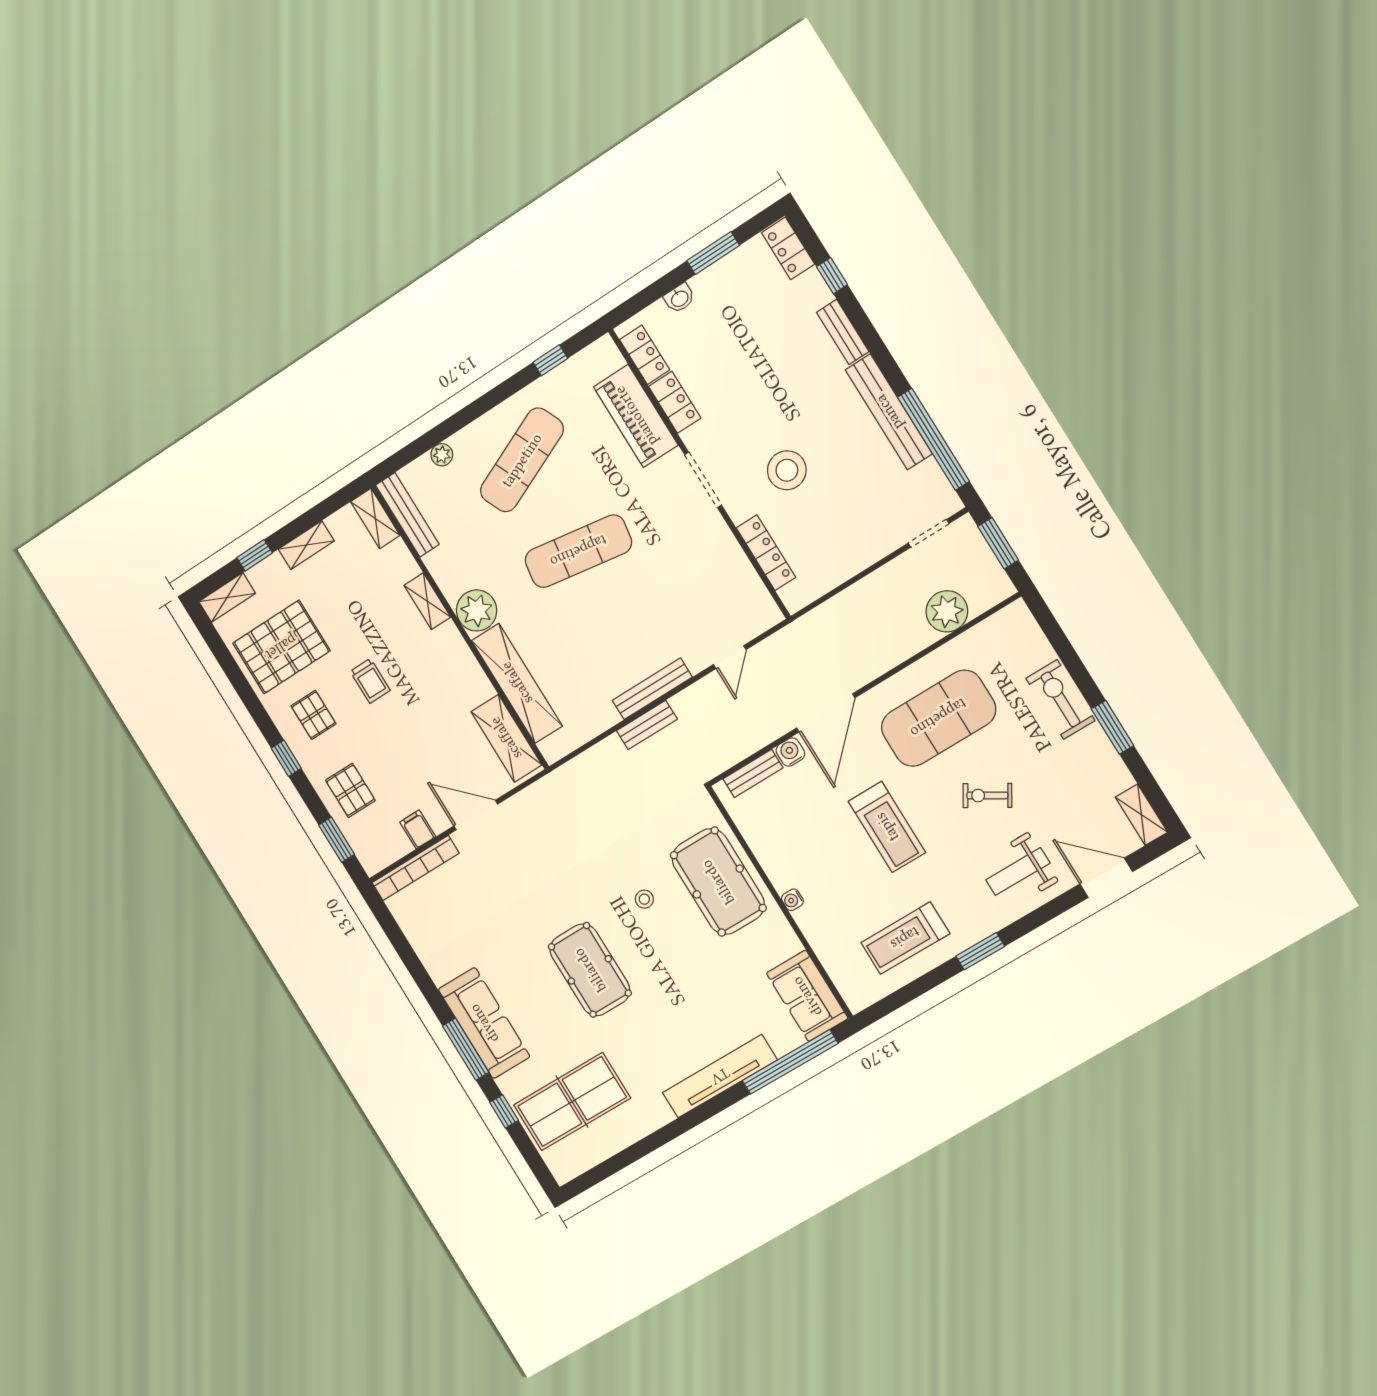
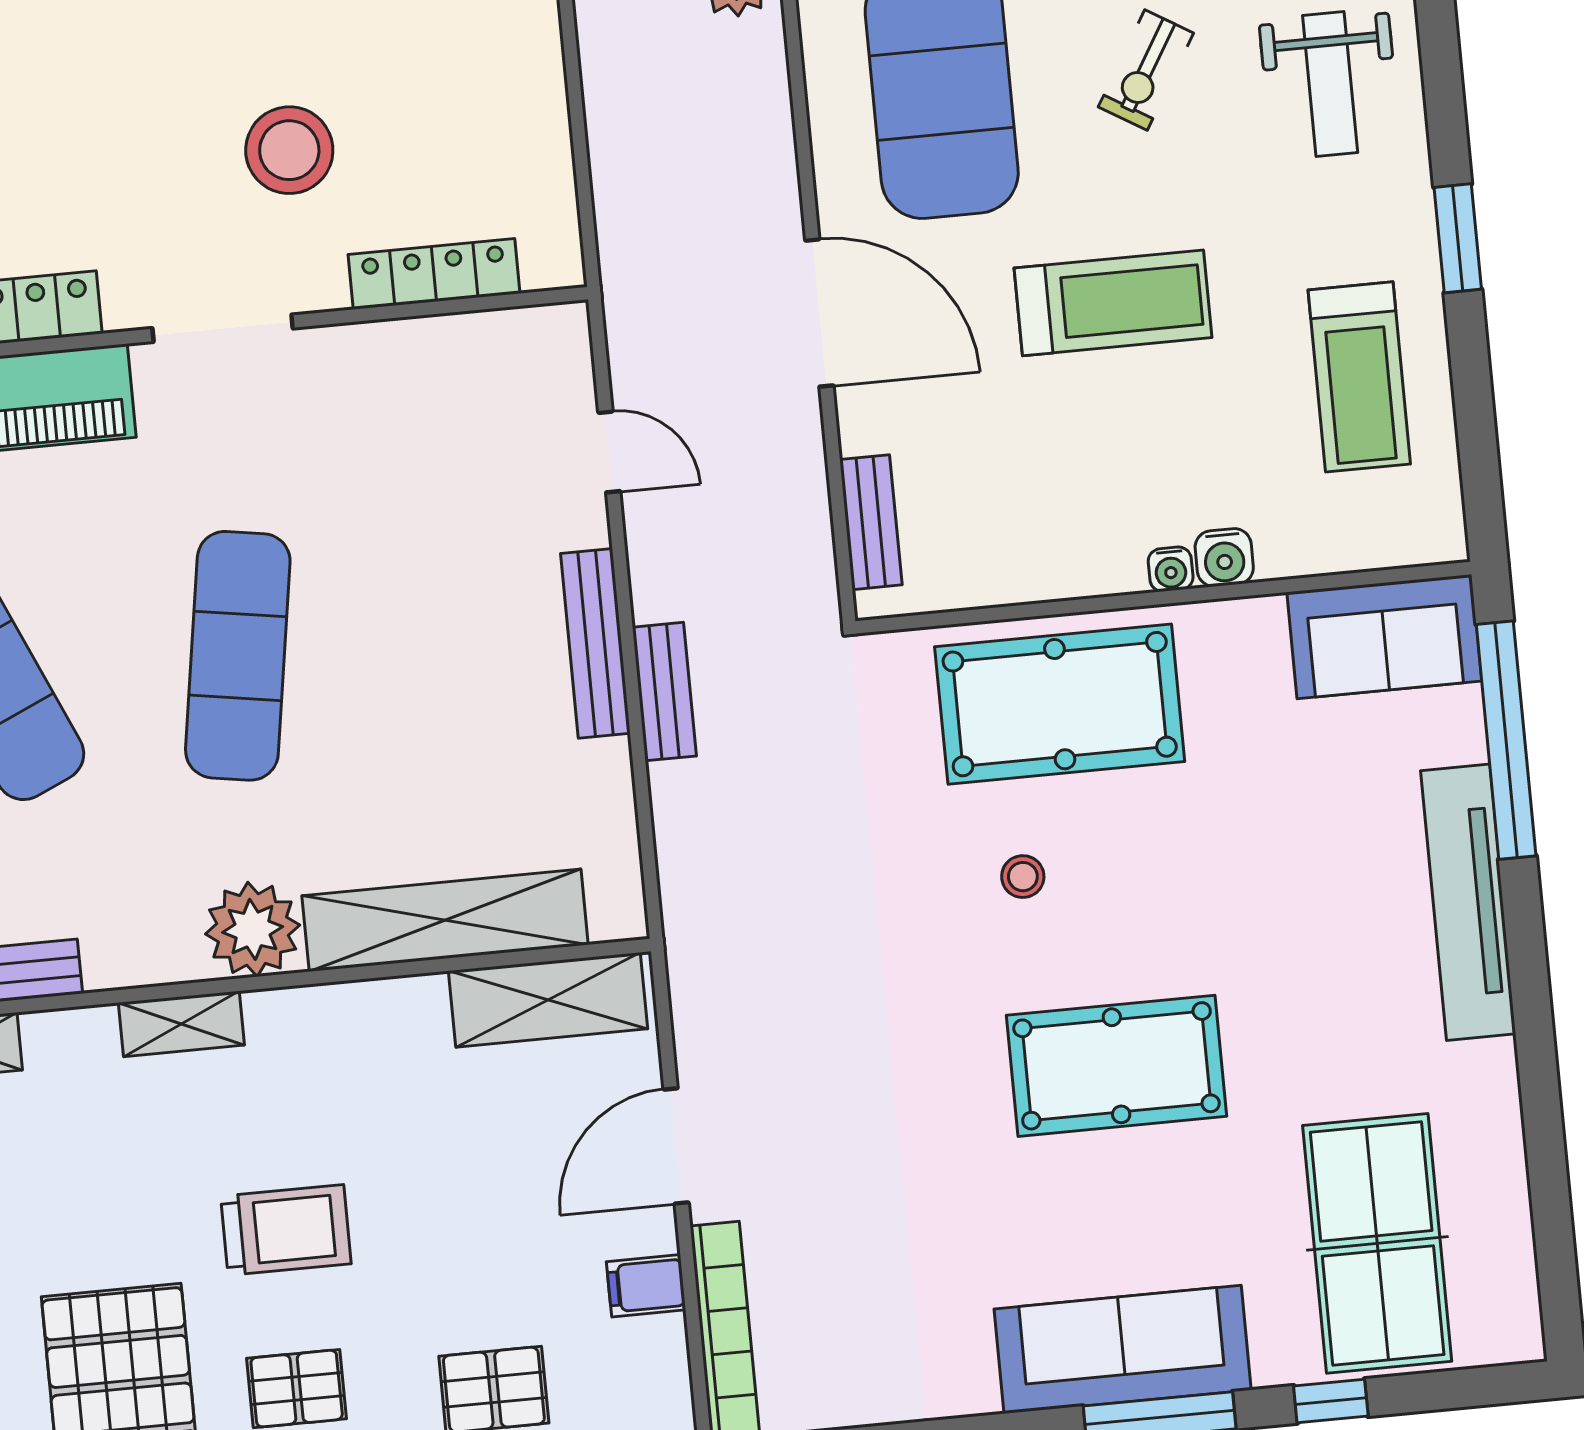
trolley: (370, 681) -> (286, 1230), width x1.36, depth x1.39
water cooler: (790, 752) -> (1224, 557), moved, turned -90

